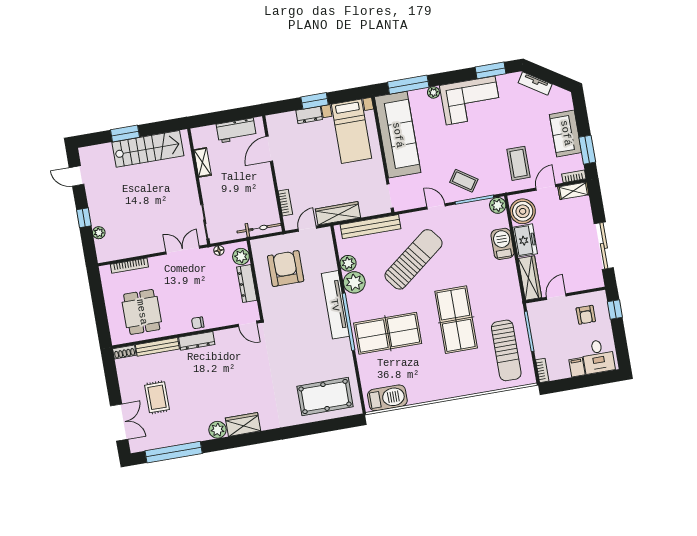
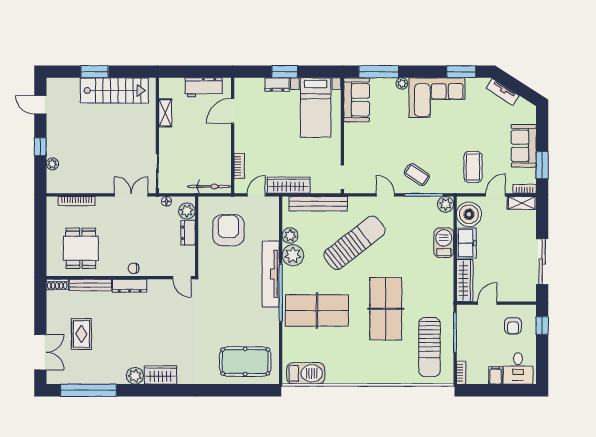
sofa: (398, 135) -> (357, 100), width x0.54, depth x0.79
dresser: (247, 284) -> (188, 233), width x0.70

